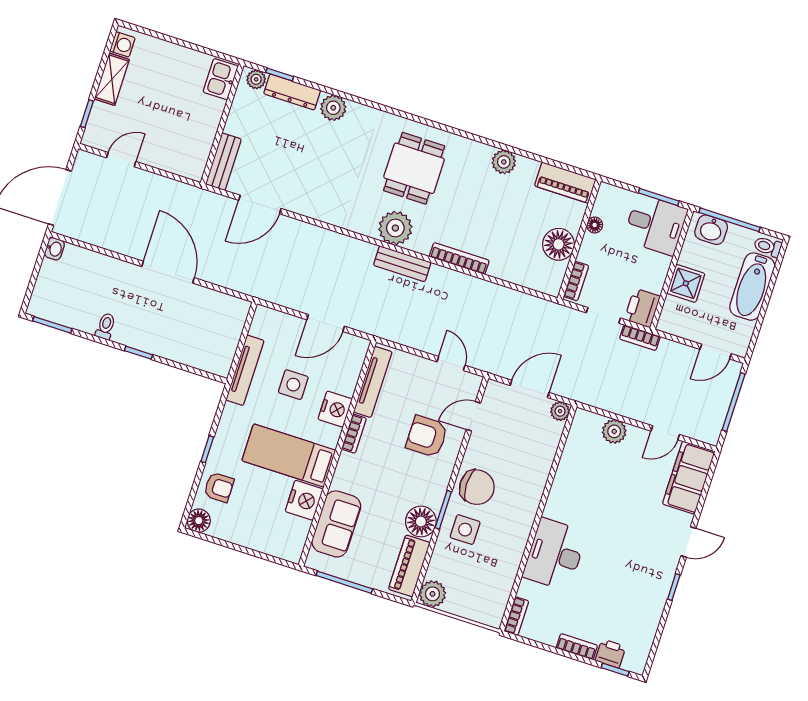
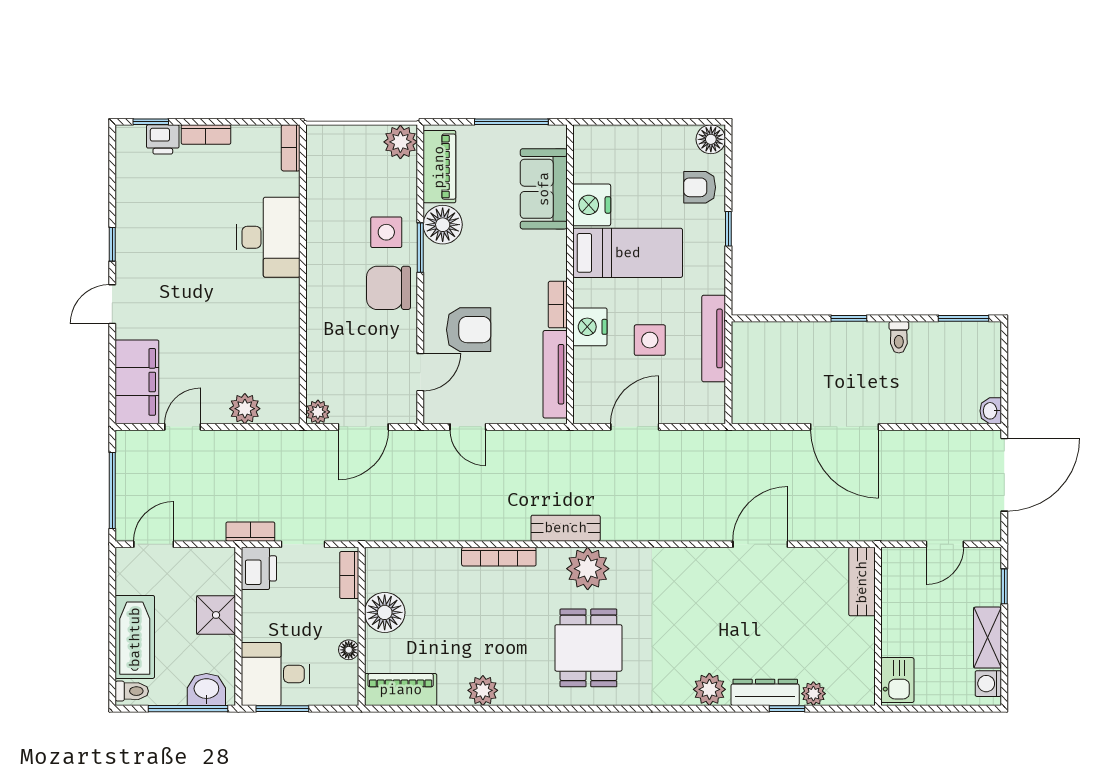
kitchen sink: (221, 79) -> (897, 680), moved
wall: (222, 124) -> (878, 626), moved
bench: (223, 162) -> (862, 582), moved

